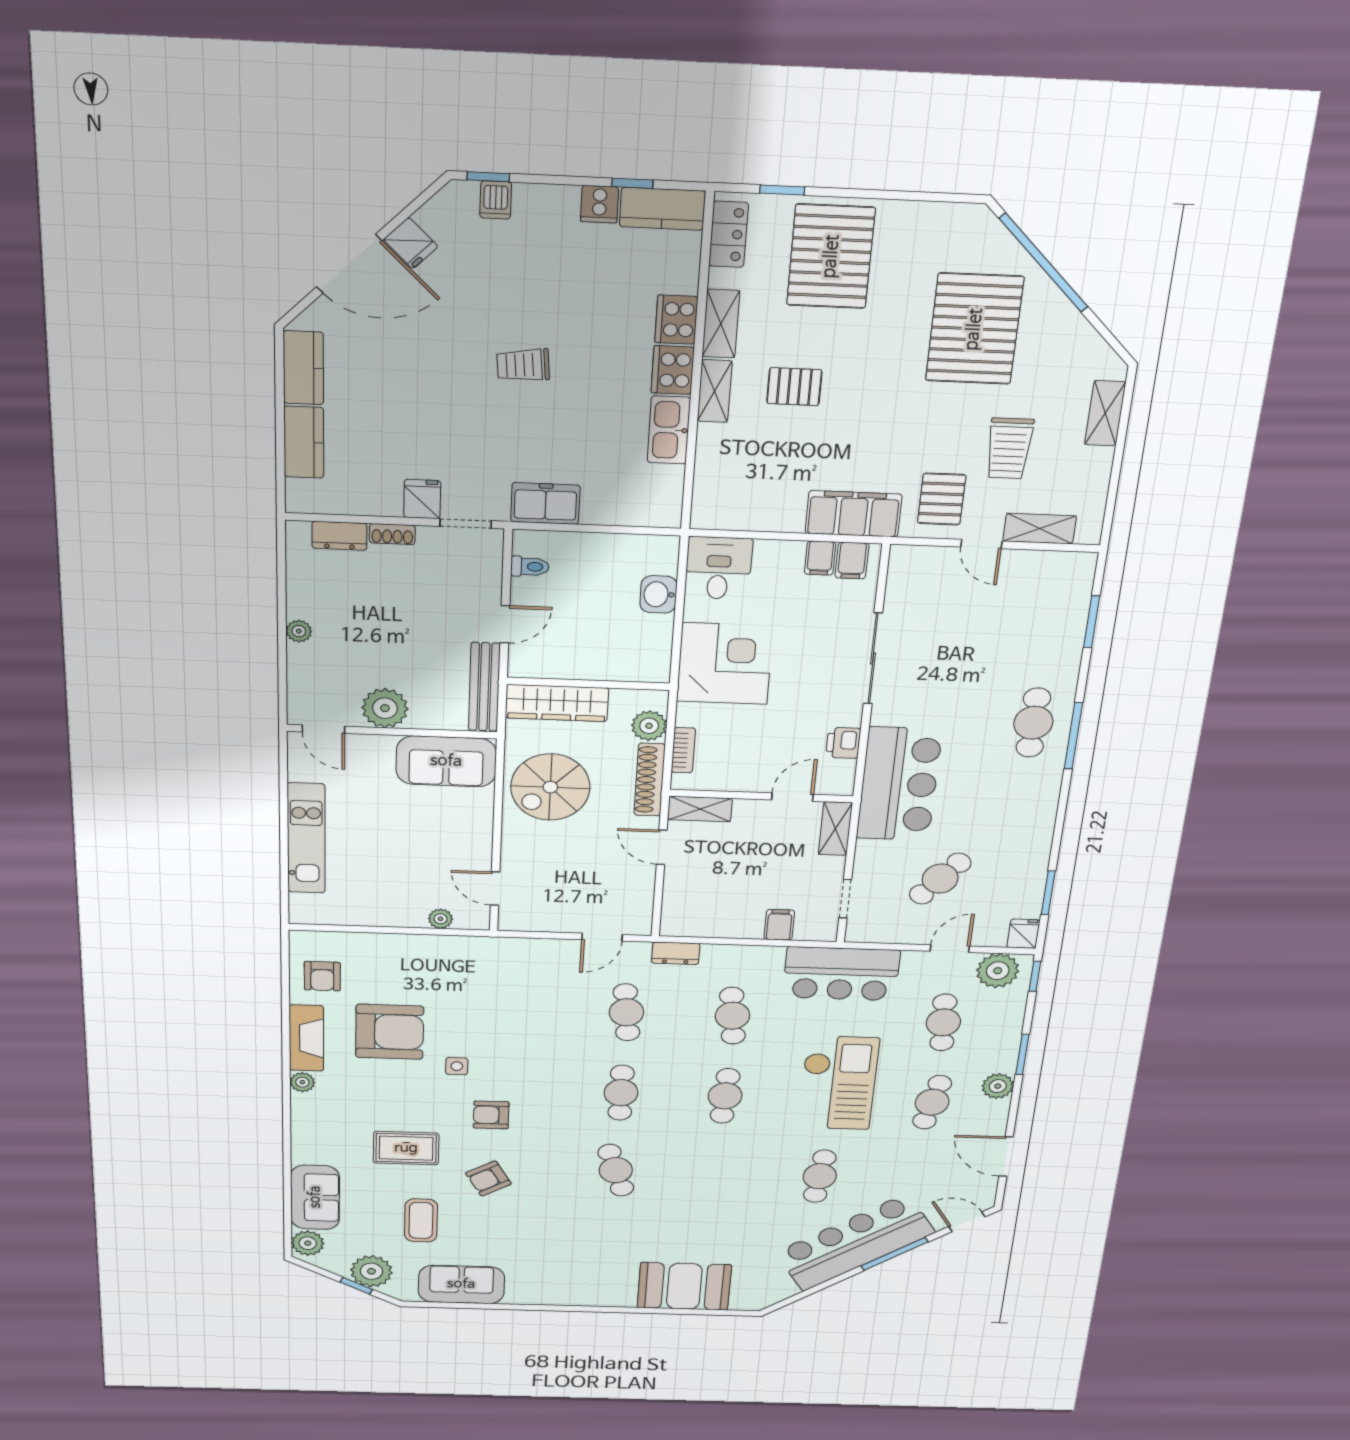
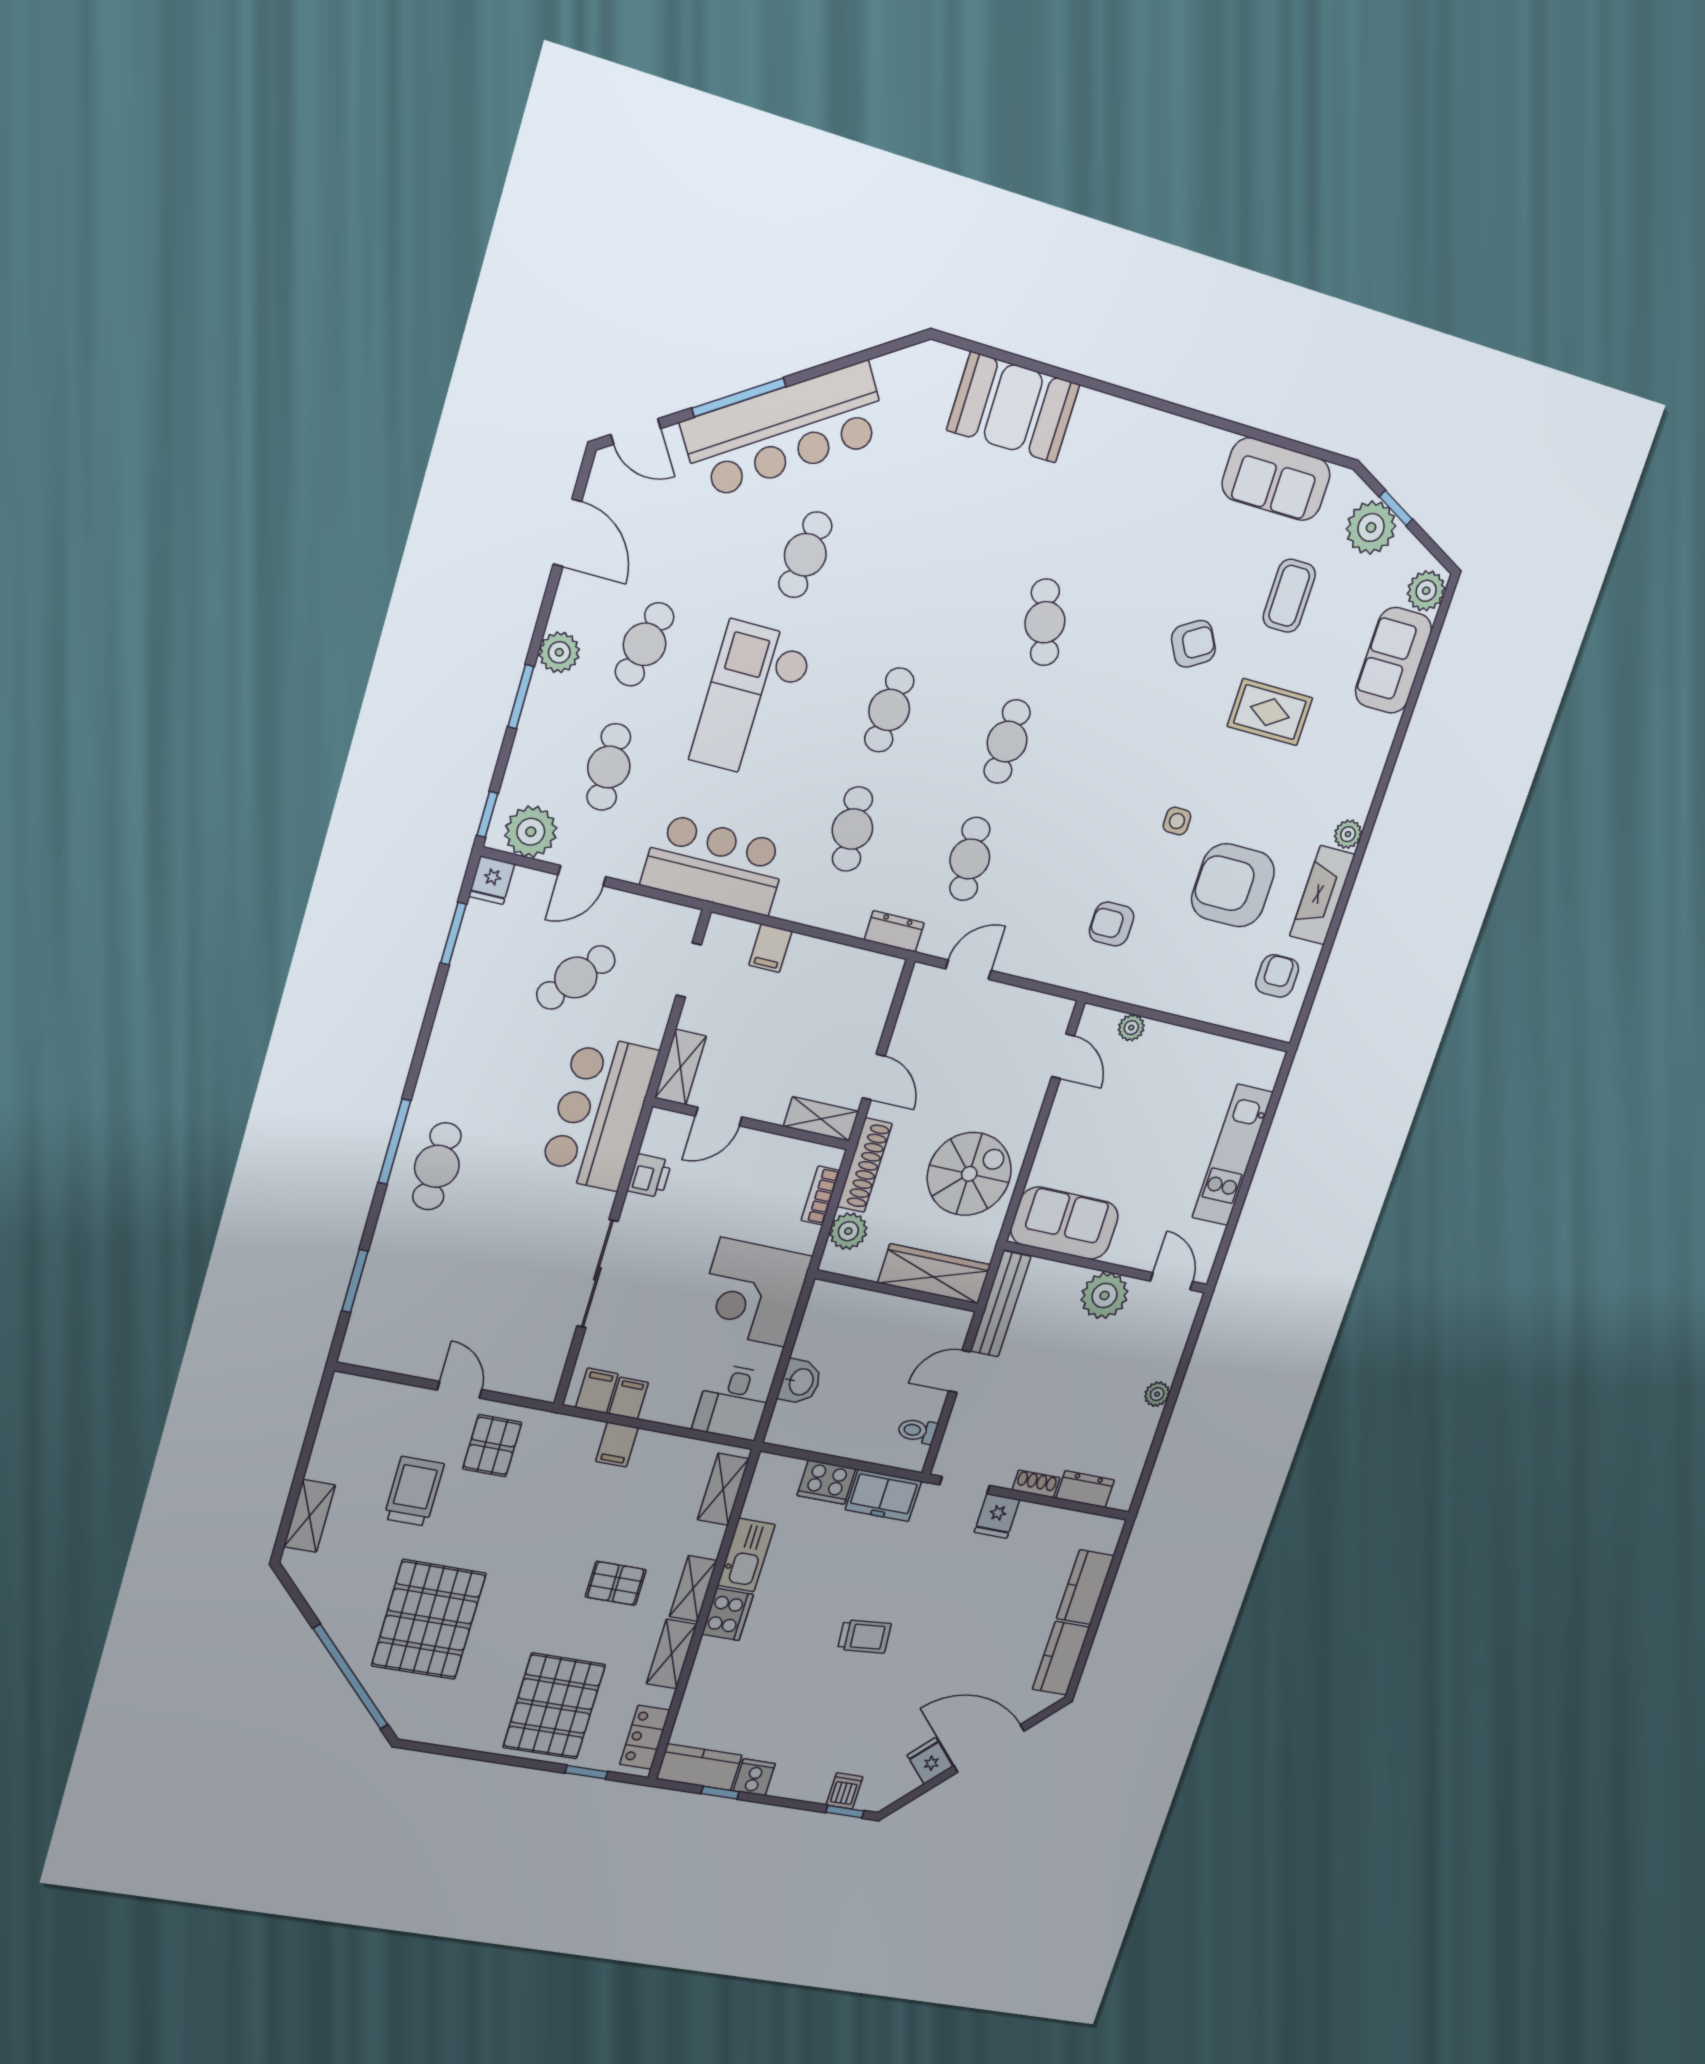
cooker: (676, 320) -> (826, 1482), moved, turned 90
filing cabinet: (853, 514) -> (617, 1445), width x0.33, depth x0.86
shelving: (1040, 529) -> (723, 1489), moved, turned 90
armchair: (491, 1115) -> (1112, 924), moved, turned 180

